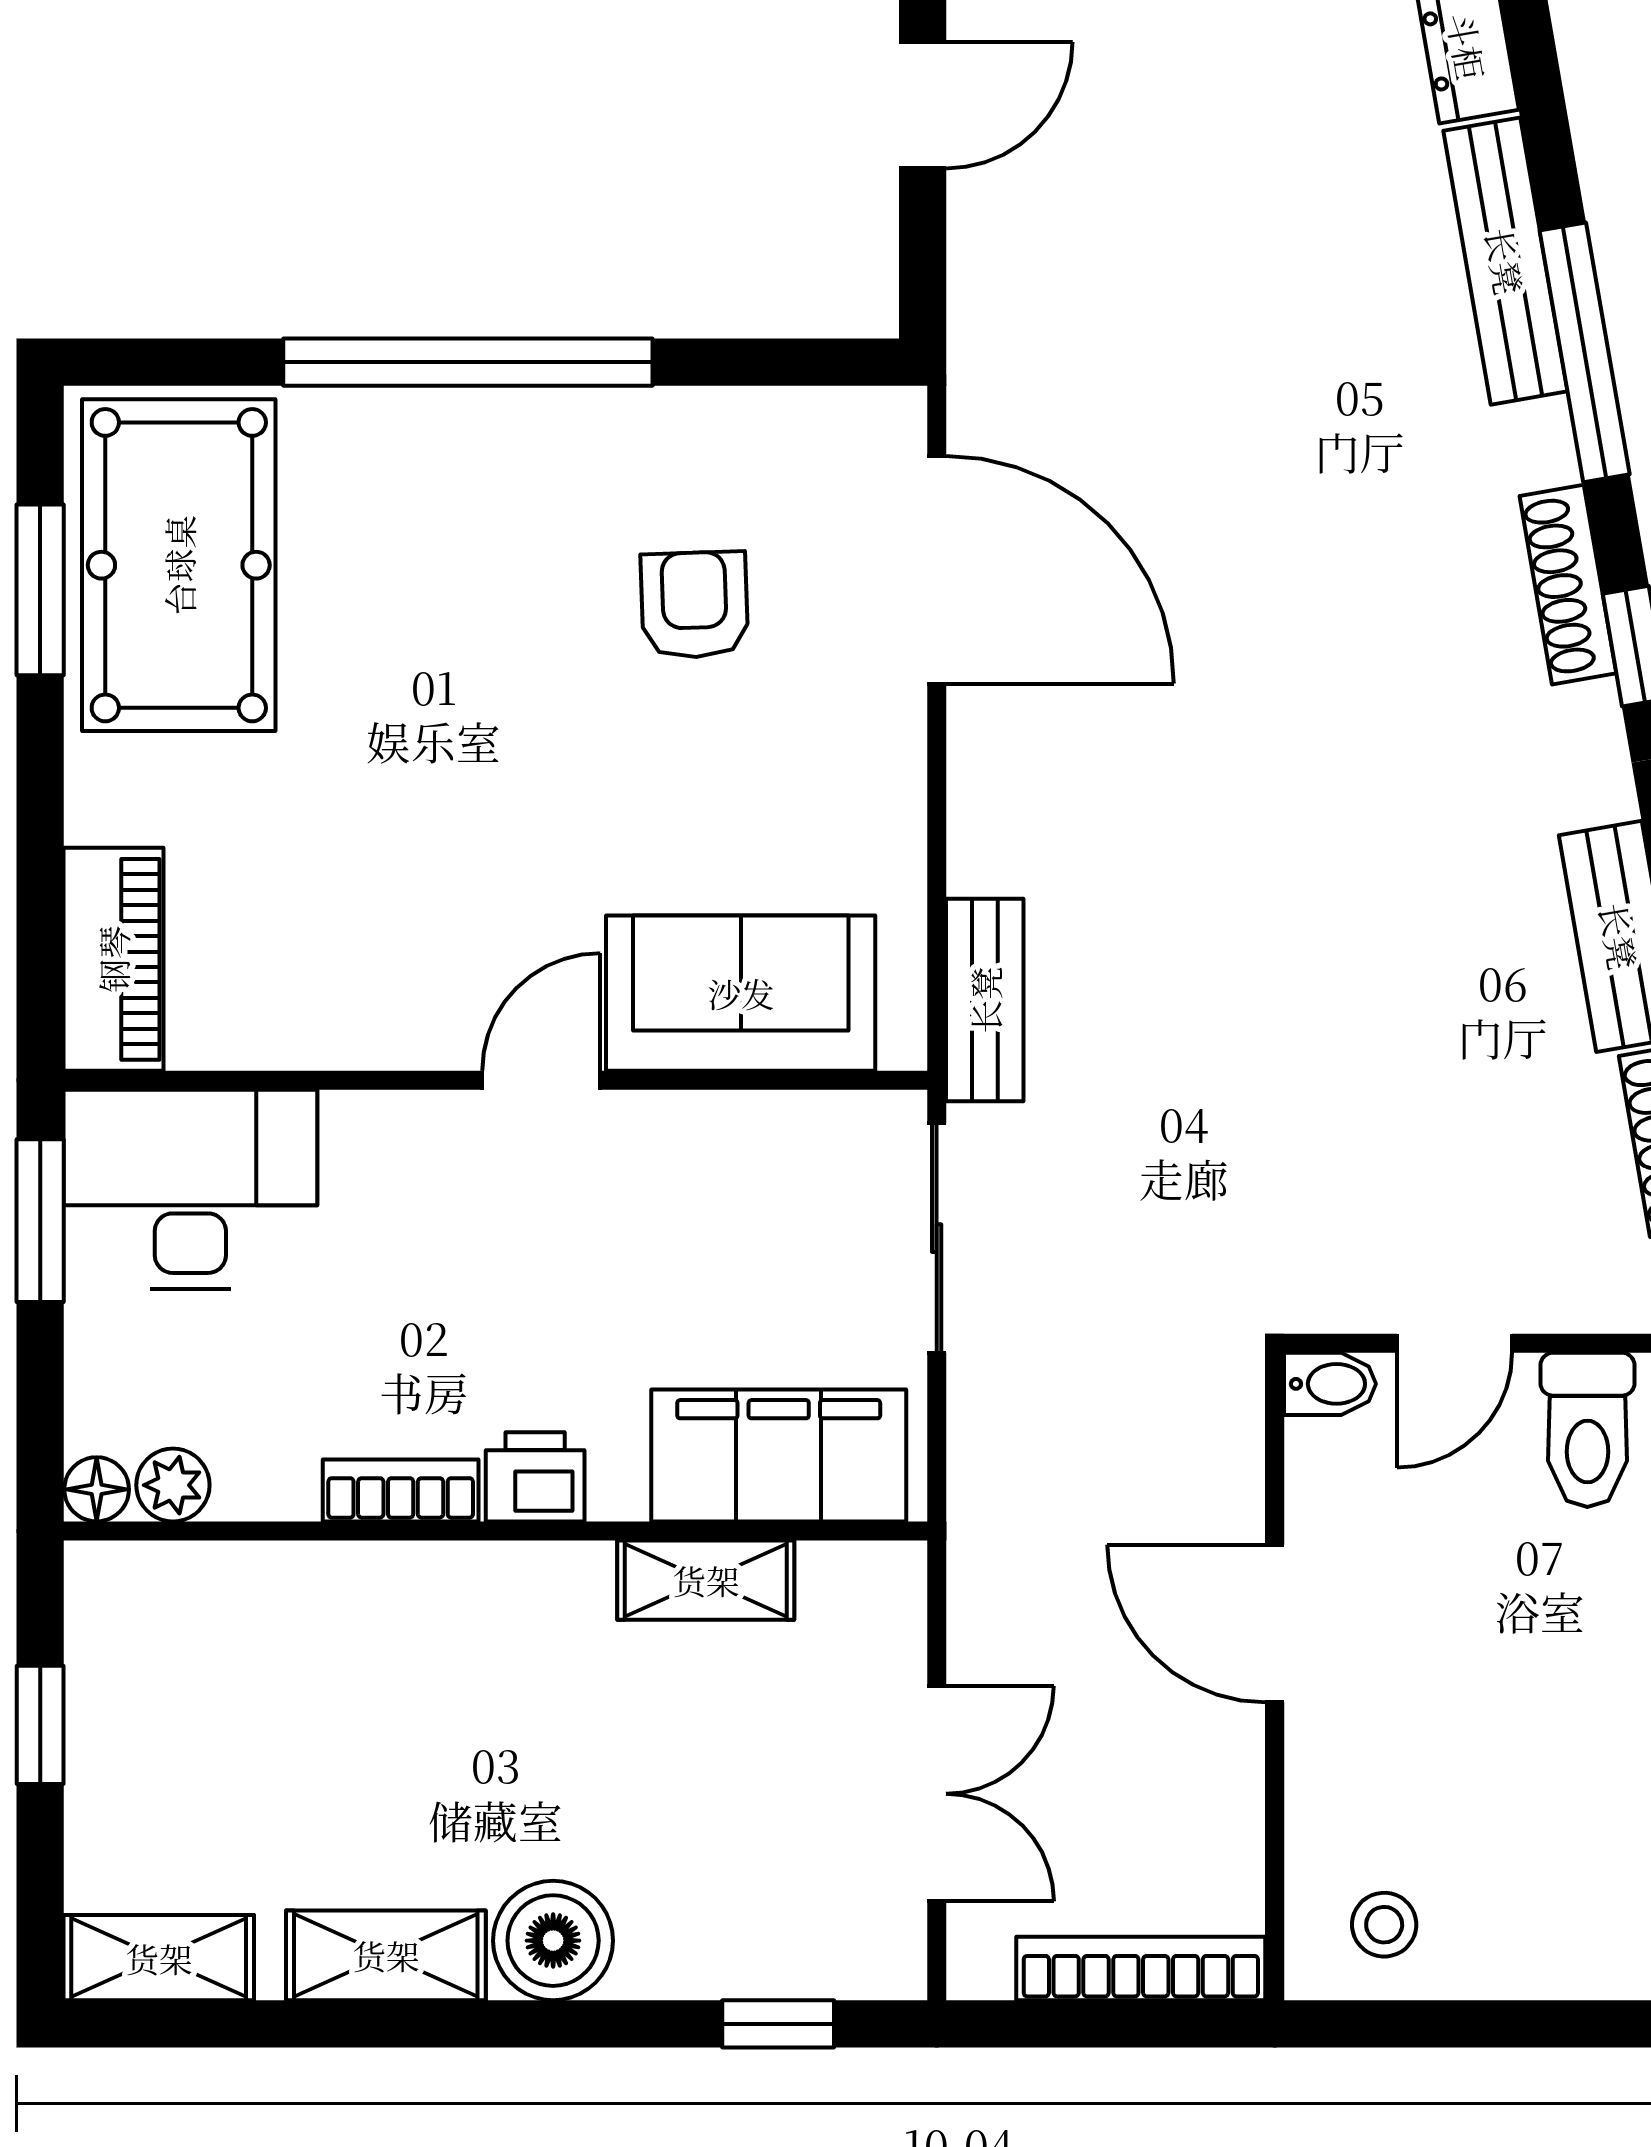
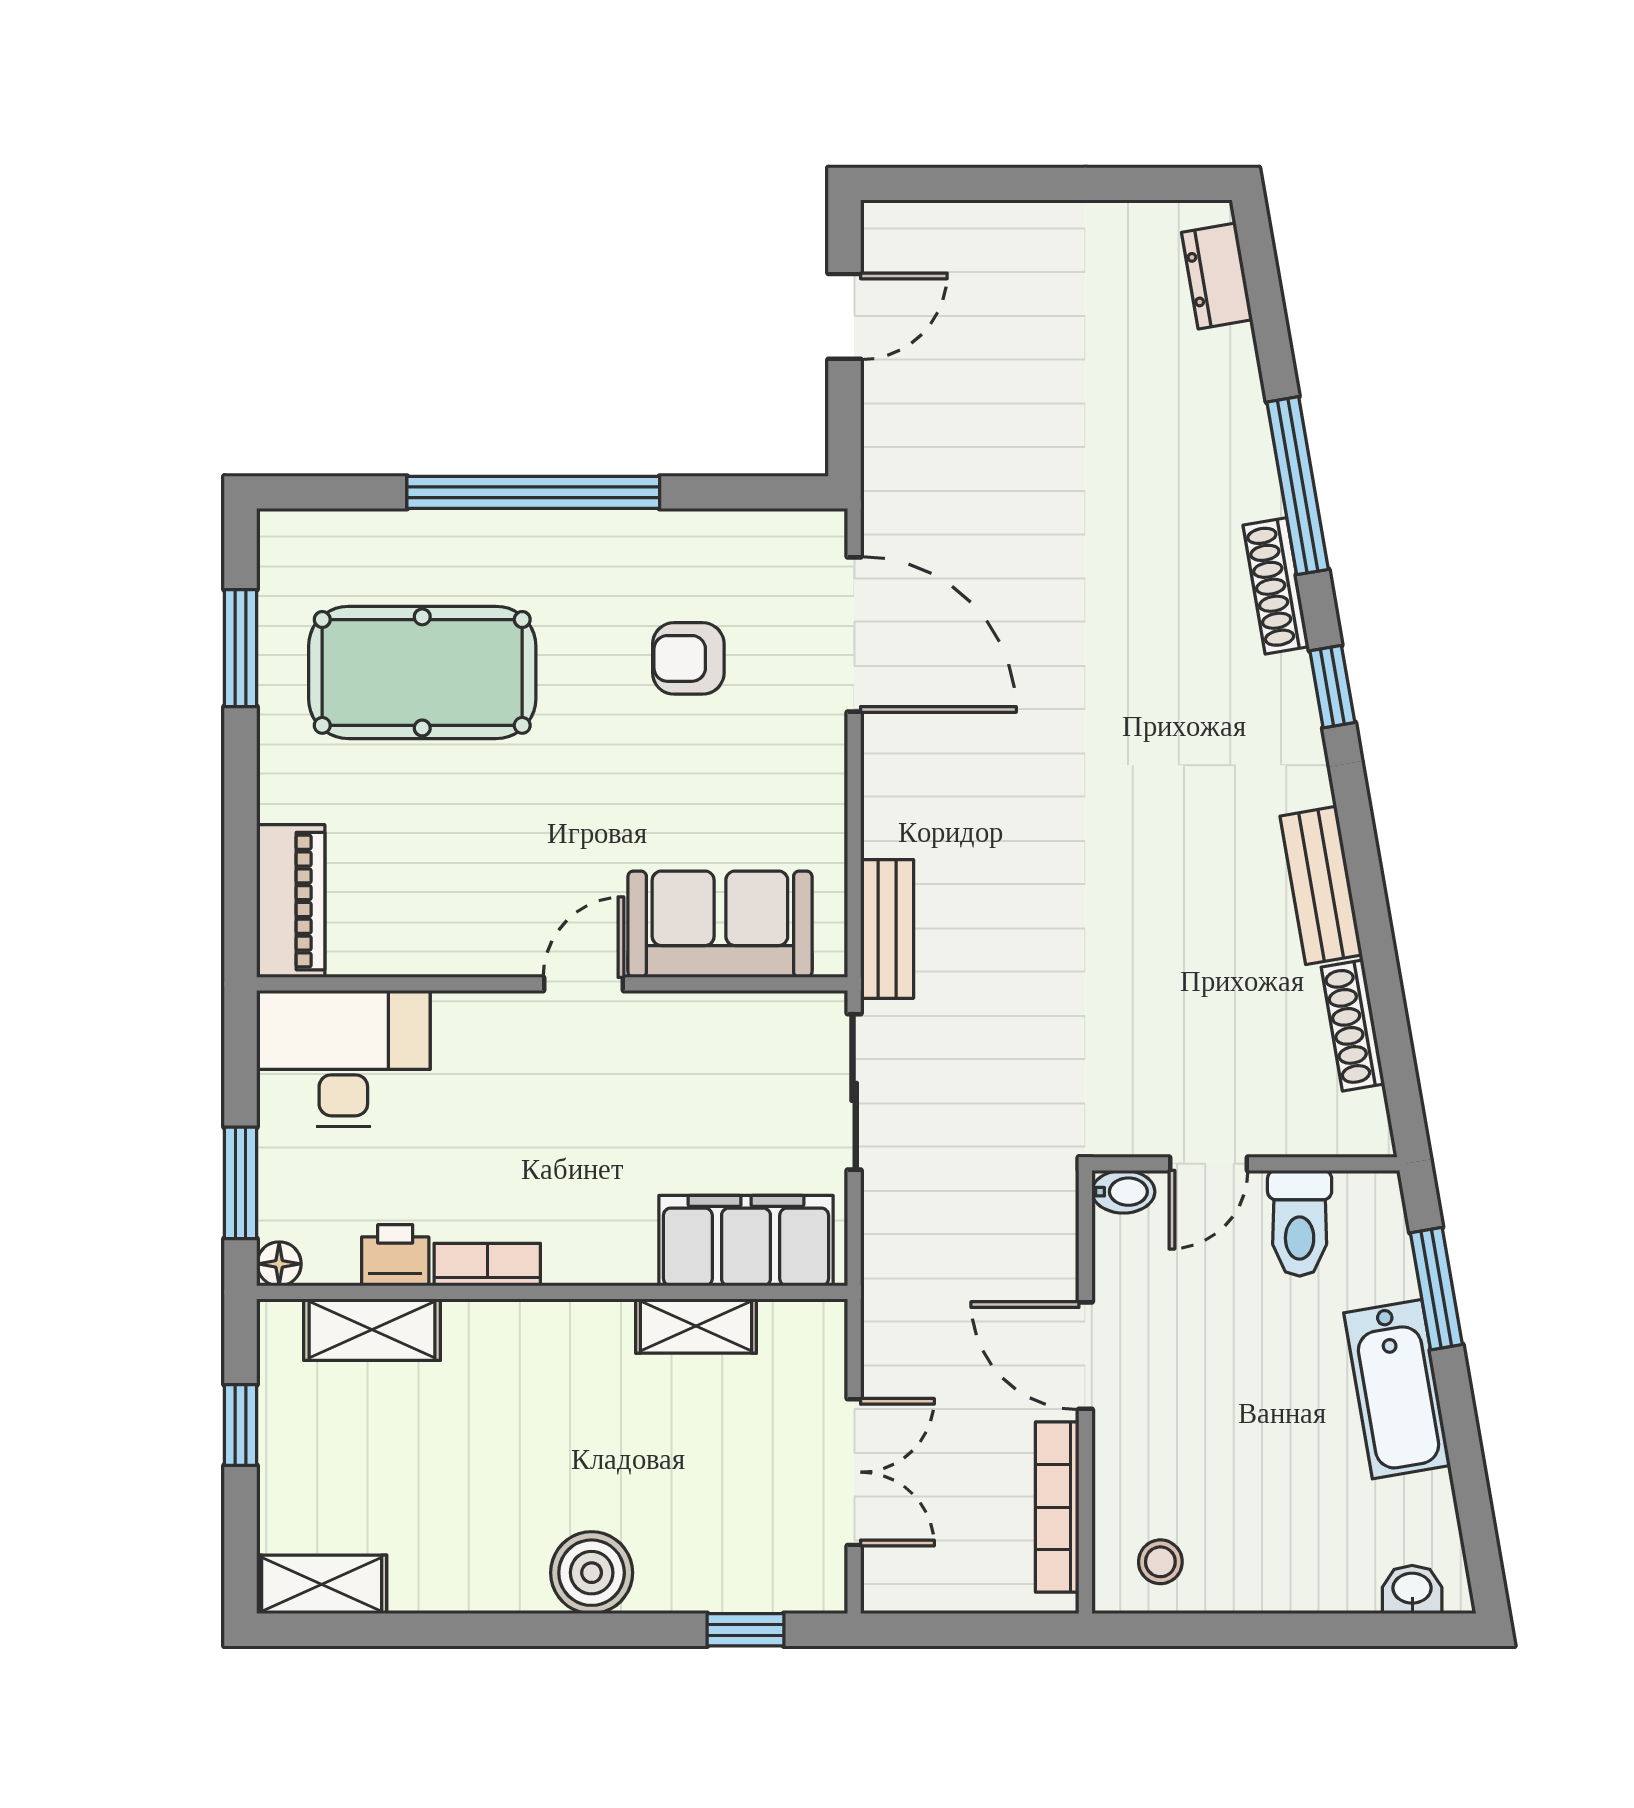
bench: (1505, 261) -> (1243, 423), removed
pool table: (179, 565) -> (422, 672), moved, turned 90
shoe rack: (1568, 585) -> (1276, 586), moved
armchair: (694, 605) -> (688, 658), turned -88
window: (40, 1221) -> (240, 1183), moved
printer: (535, 1477) -> (395, 1255), moved
plant: (173, 1485) -> (331, 1261), removed
shelving: (386, 1955) -> (372, 1330), moved
bookcase: (1141, 1969) -> (1057, 1507), moved, turned -90

